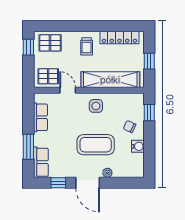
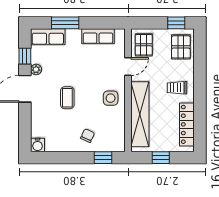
coffee table: (96, 145) -> (67, 98), width x0.54, depth x0.58
water cooler: (138, 146) -> (38, 145), moved
plant: (107, 173) -> (36, 69), moved

